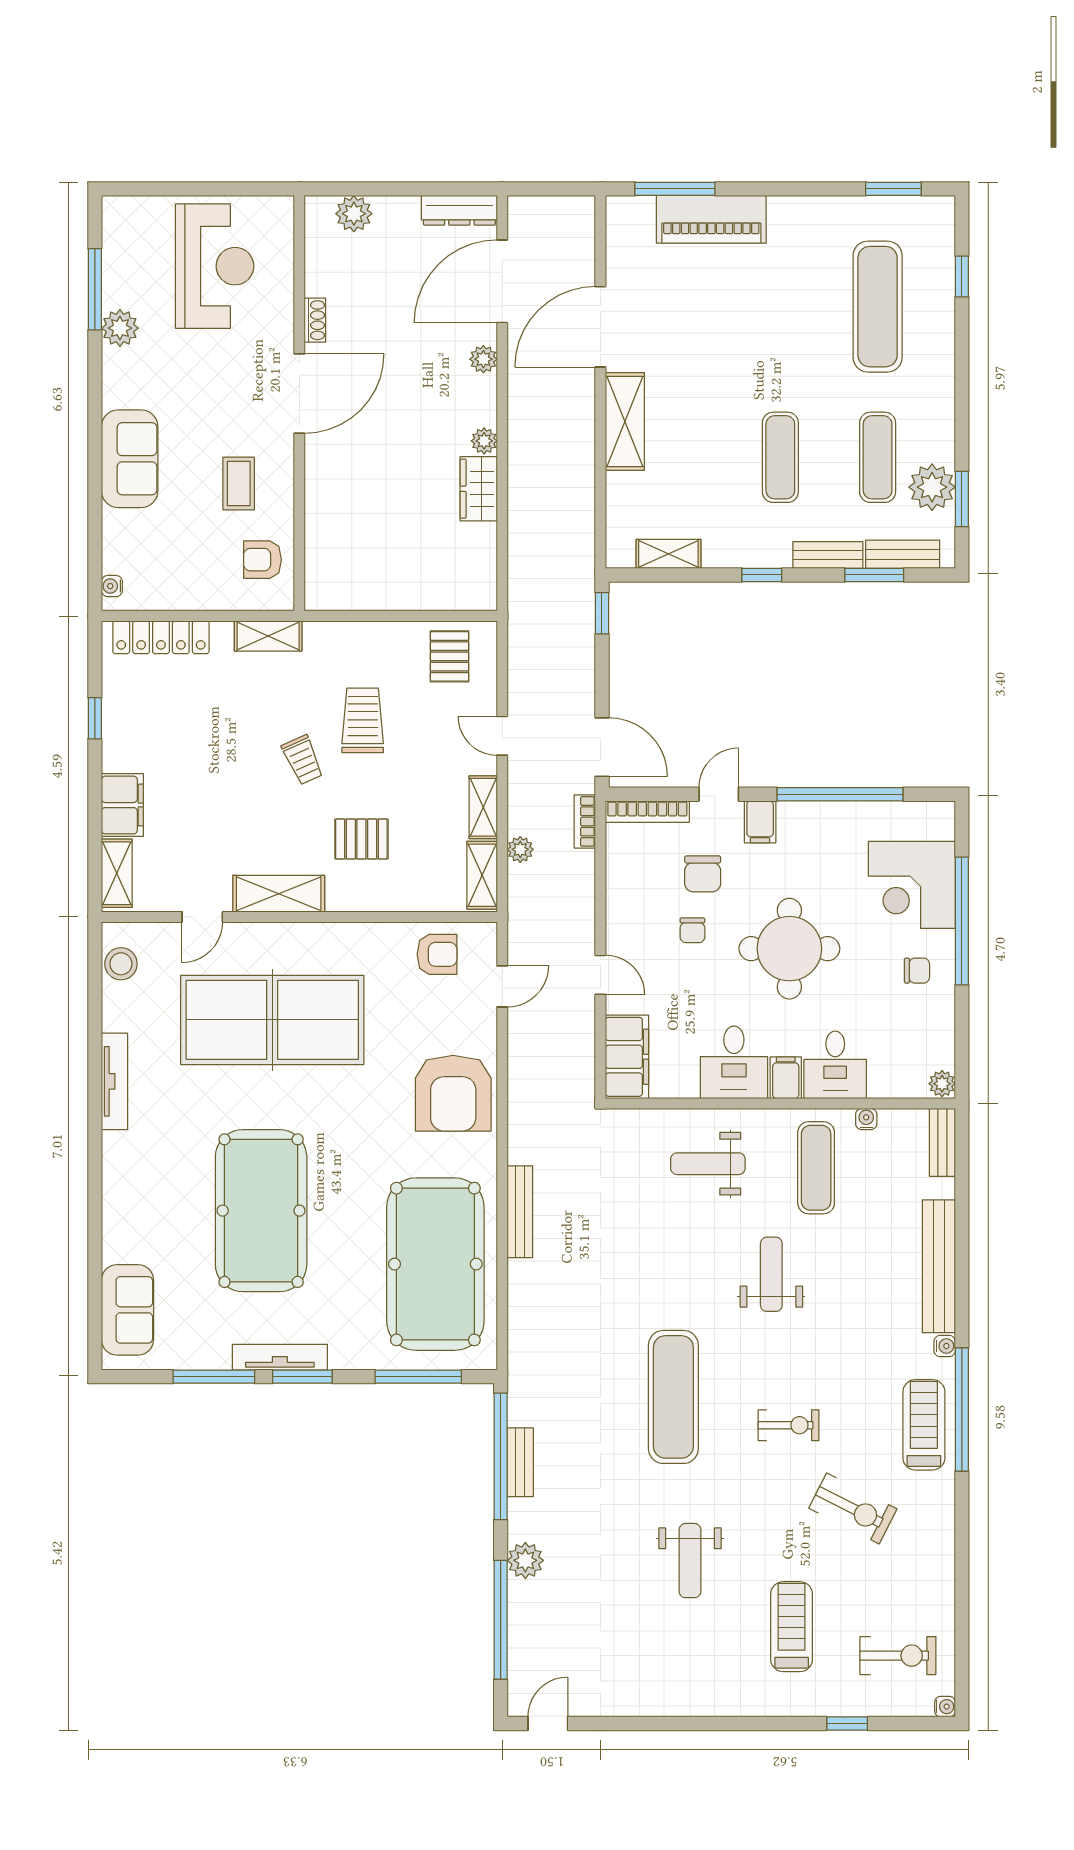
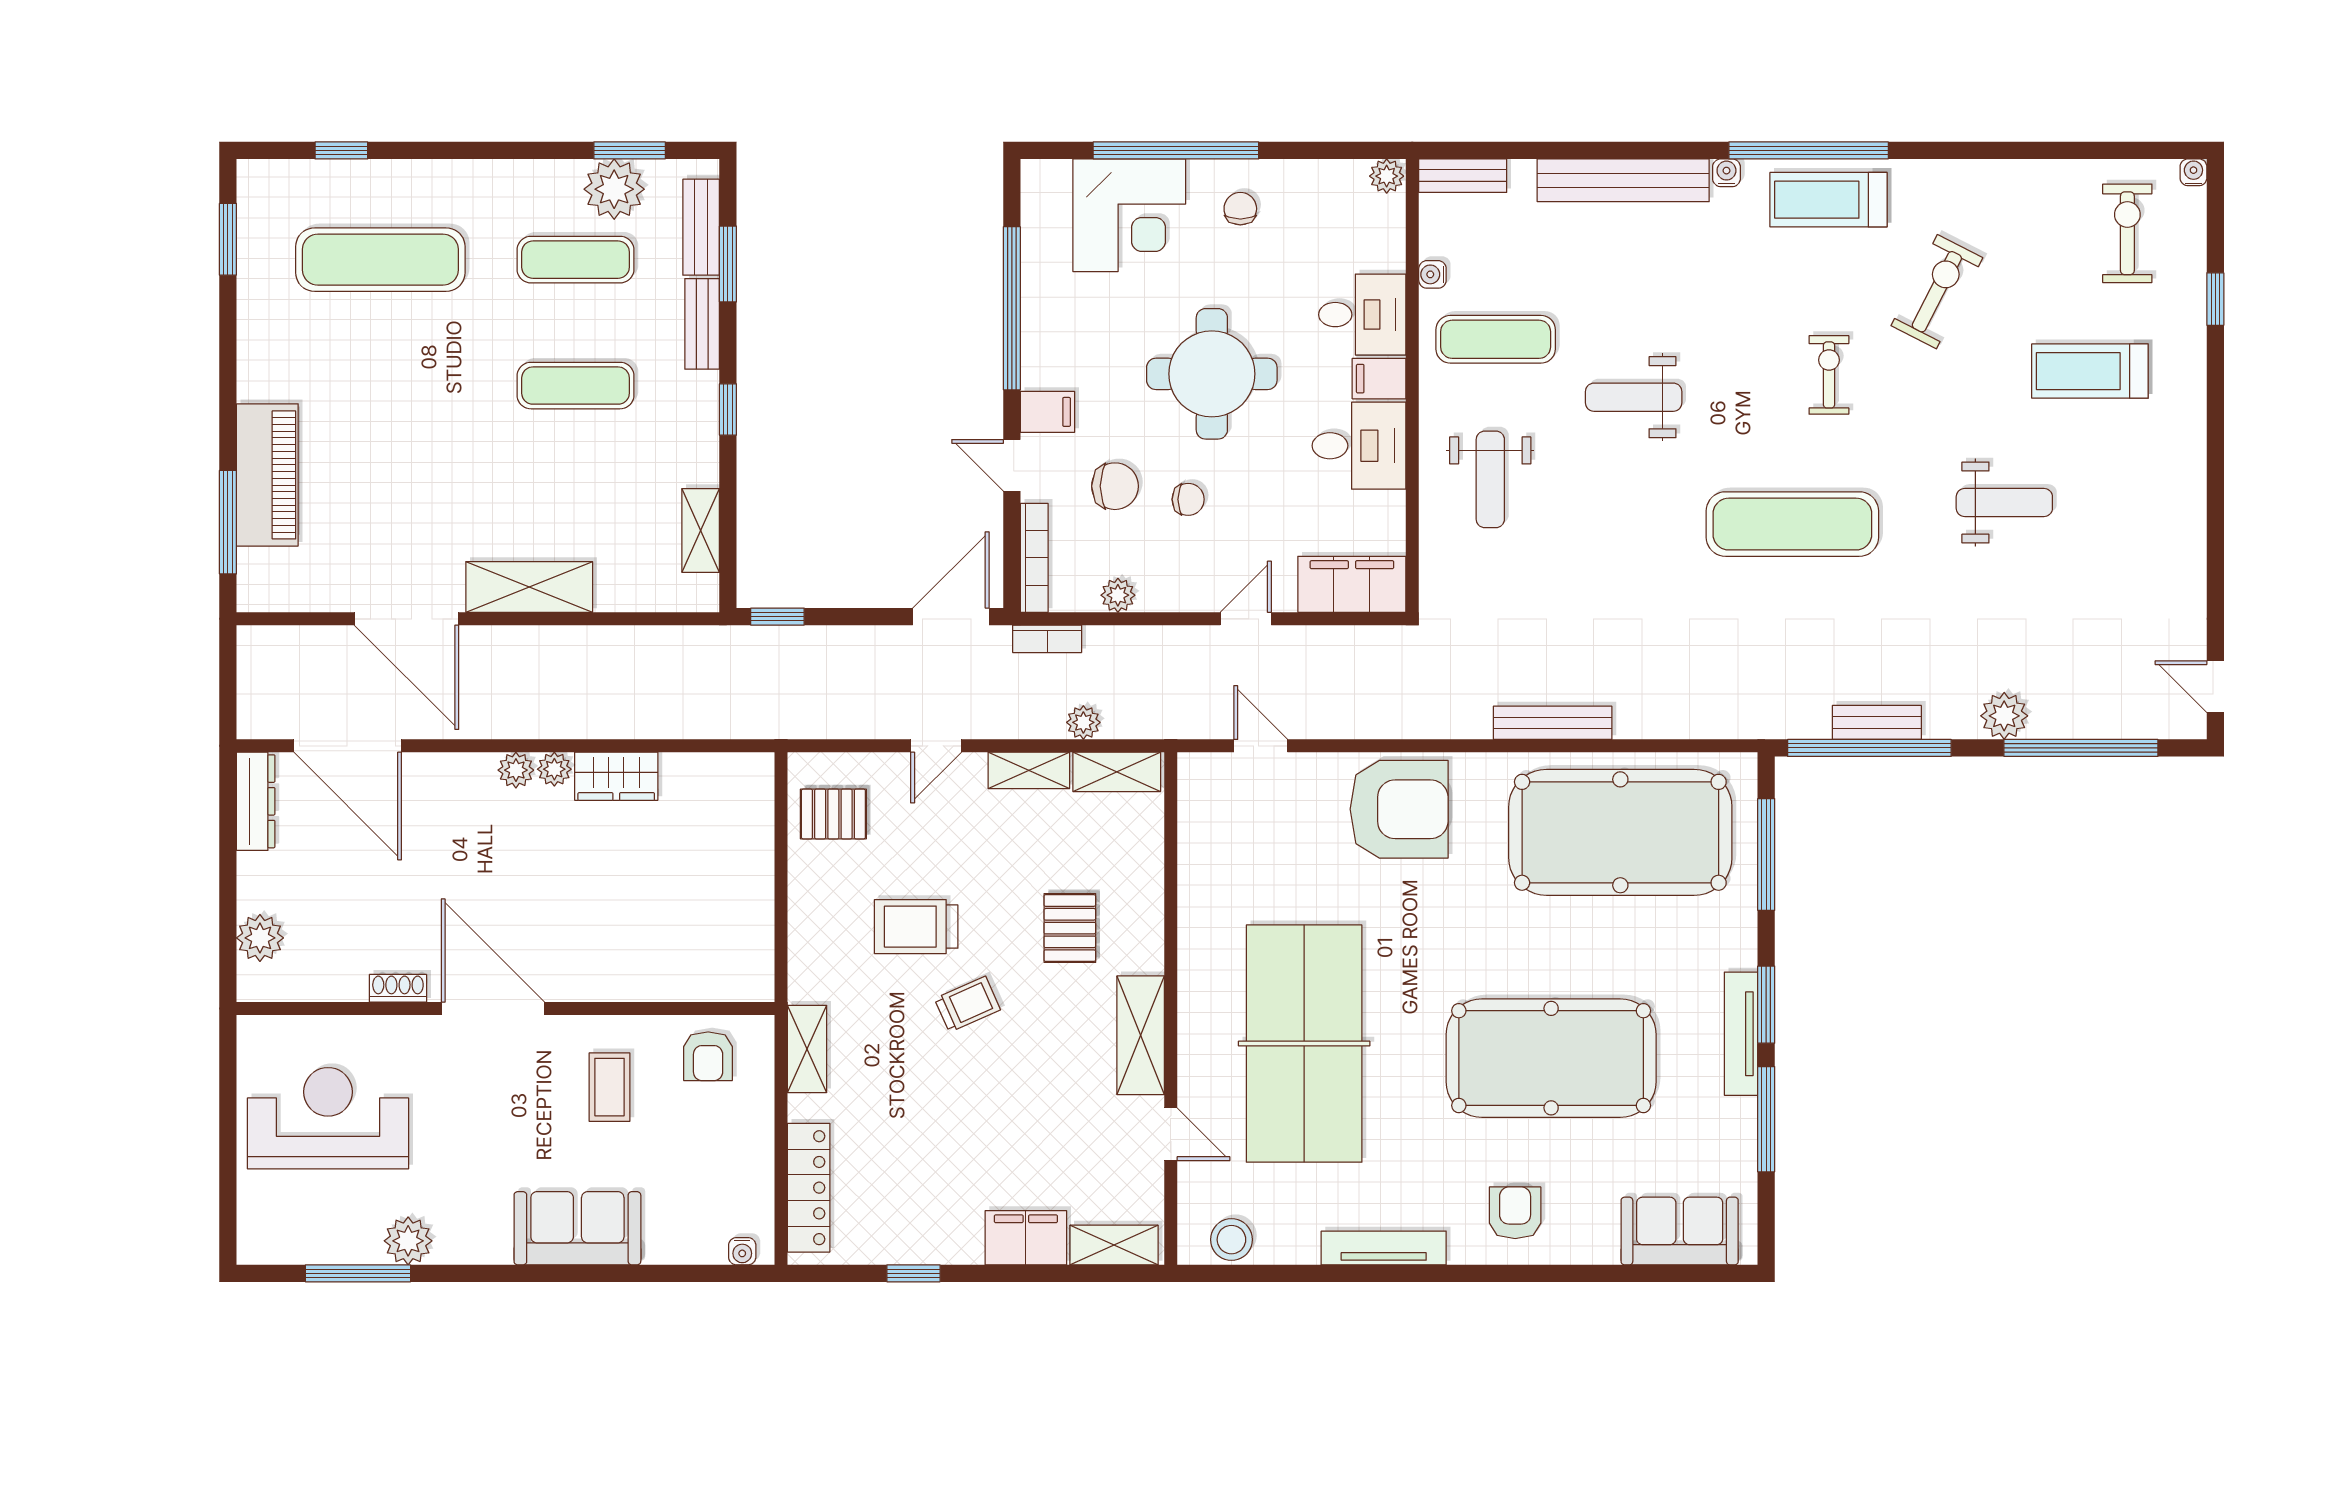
plant: (483, 359) -> (516, 770), moved
coffee table: (239, 484) -> (610, 1087), turned 90
plant: (618, 876) -> (1118, 595), added
armchair: (437, 954) -> (1515, 1213), moved

